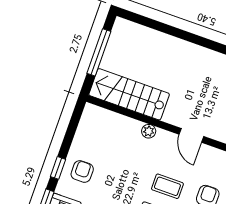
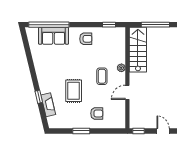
window: (58, 168) -> (109, 25), moved
coffee table: (167, 186) -> (102, 76), moved

